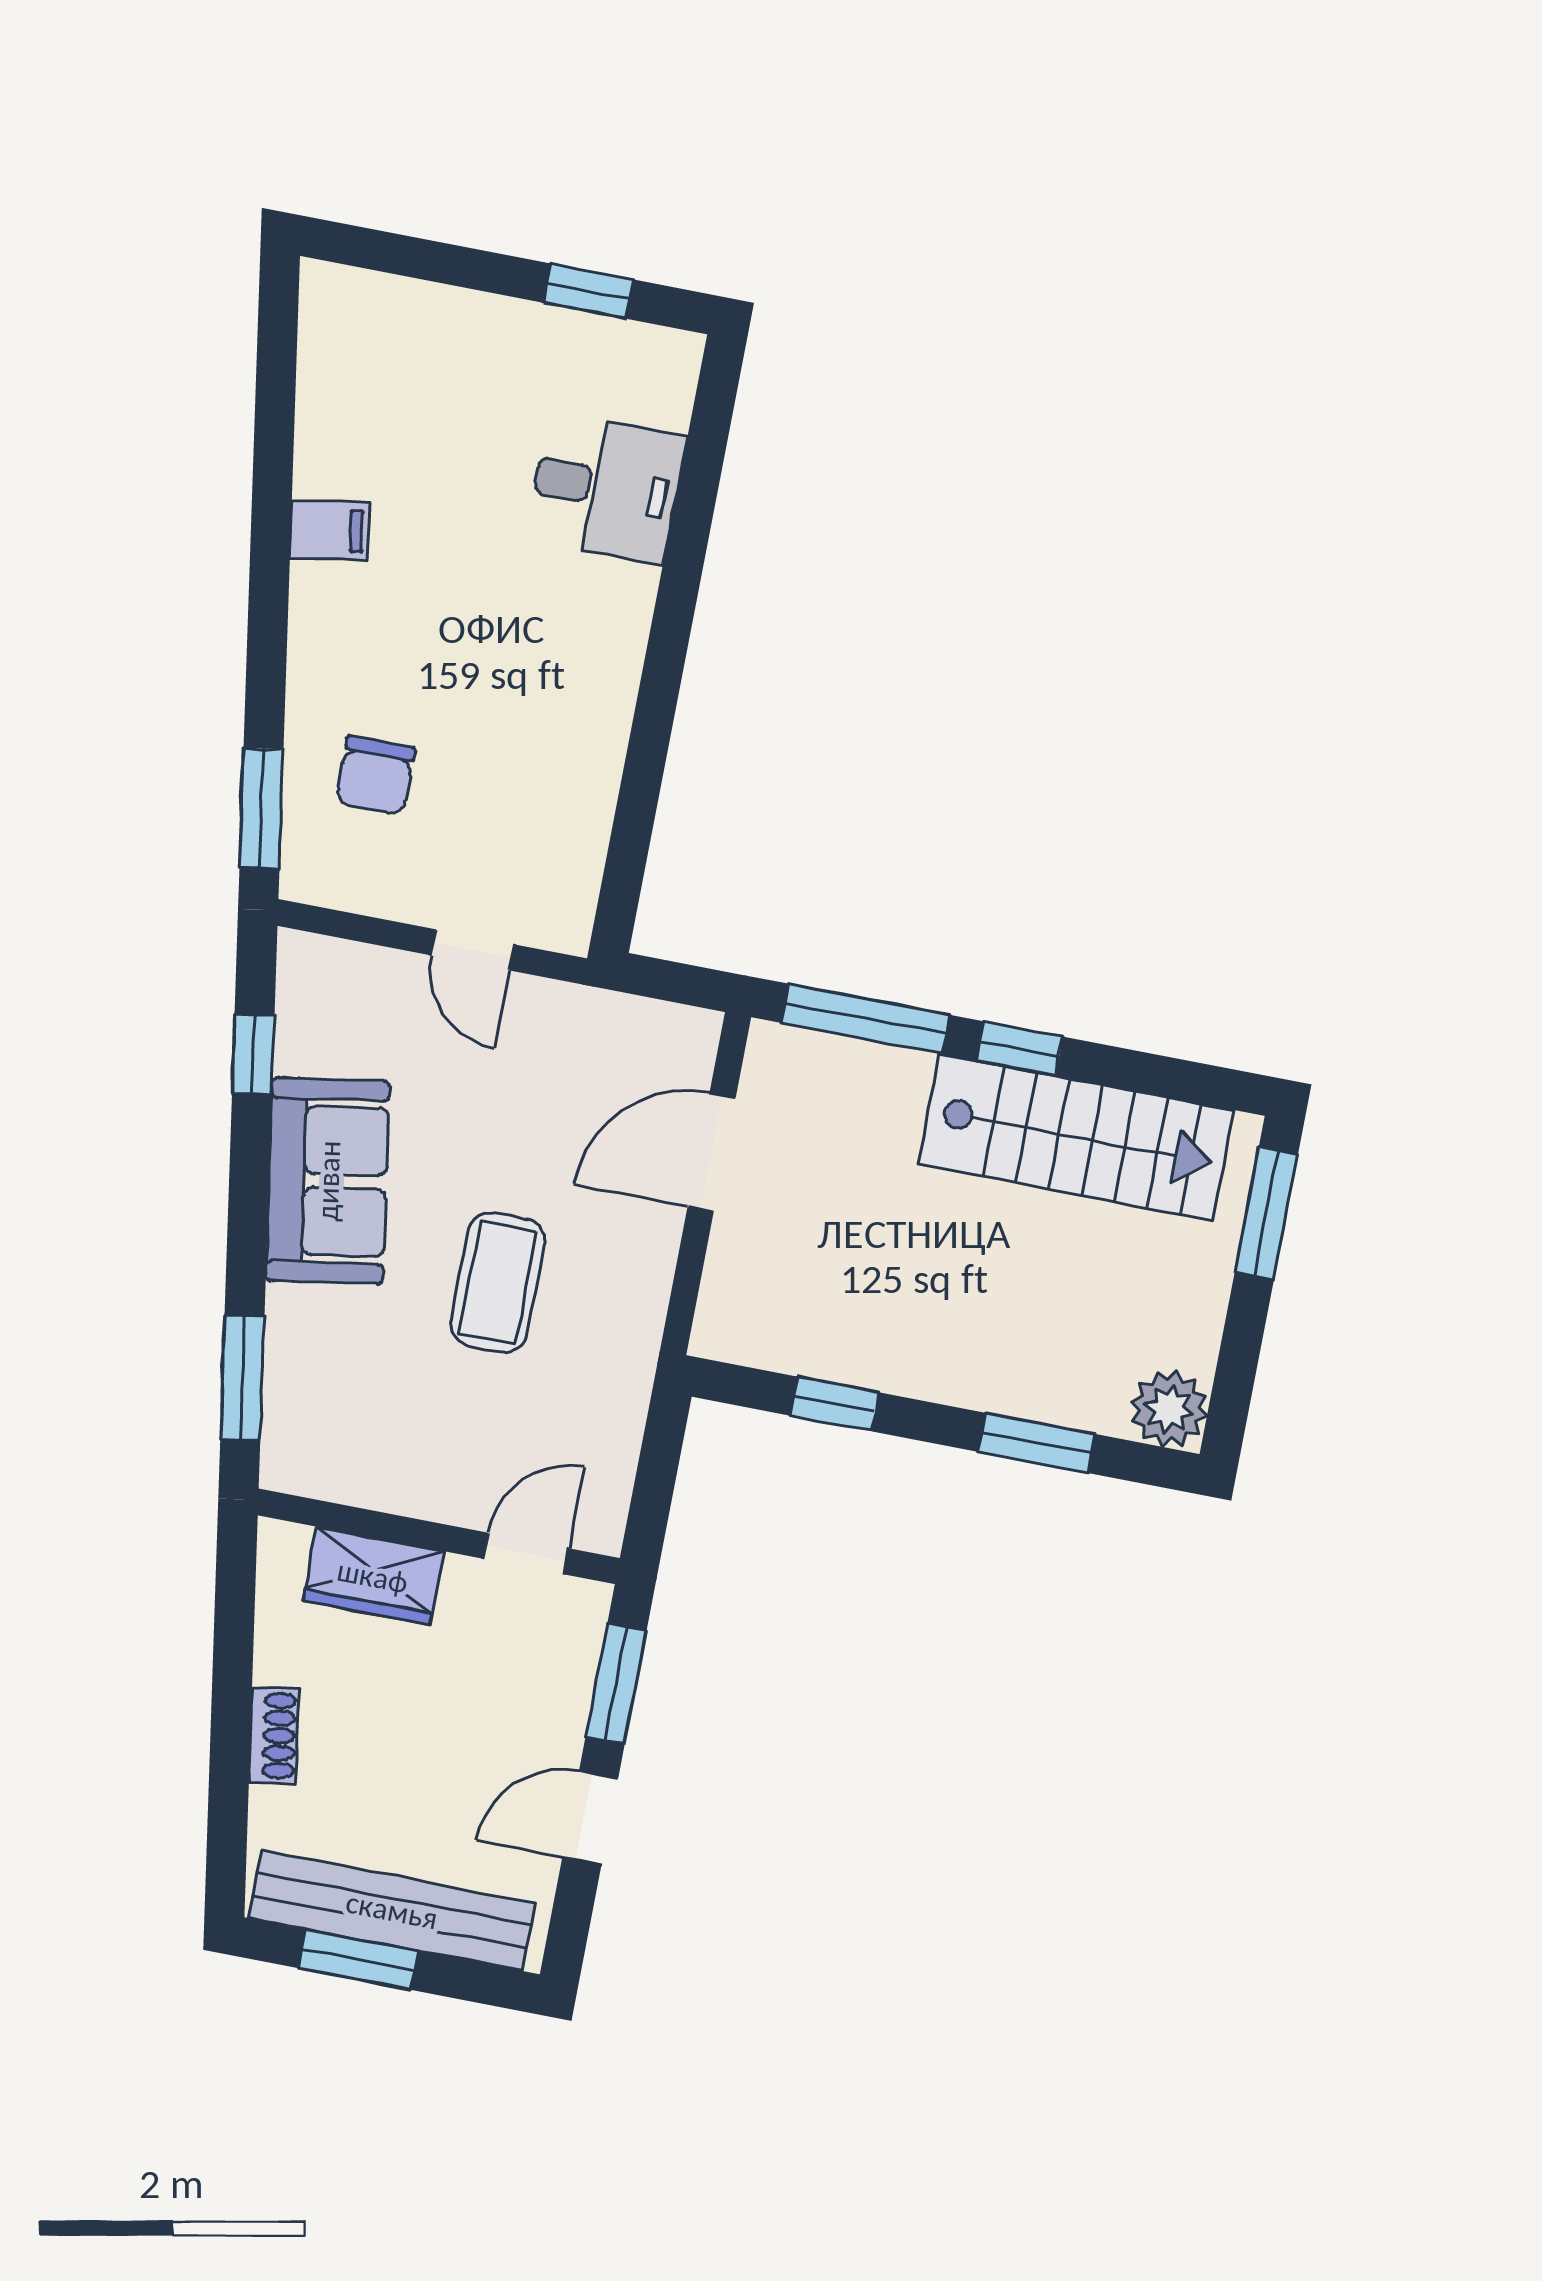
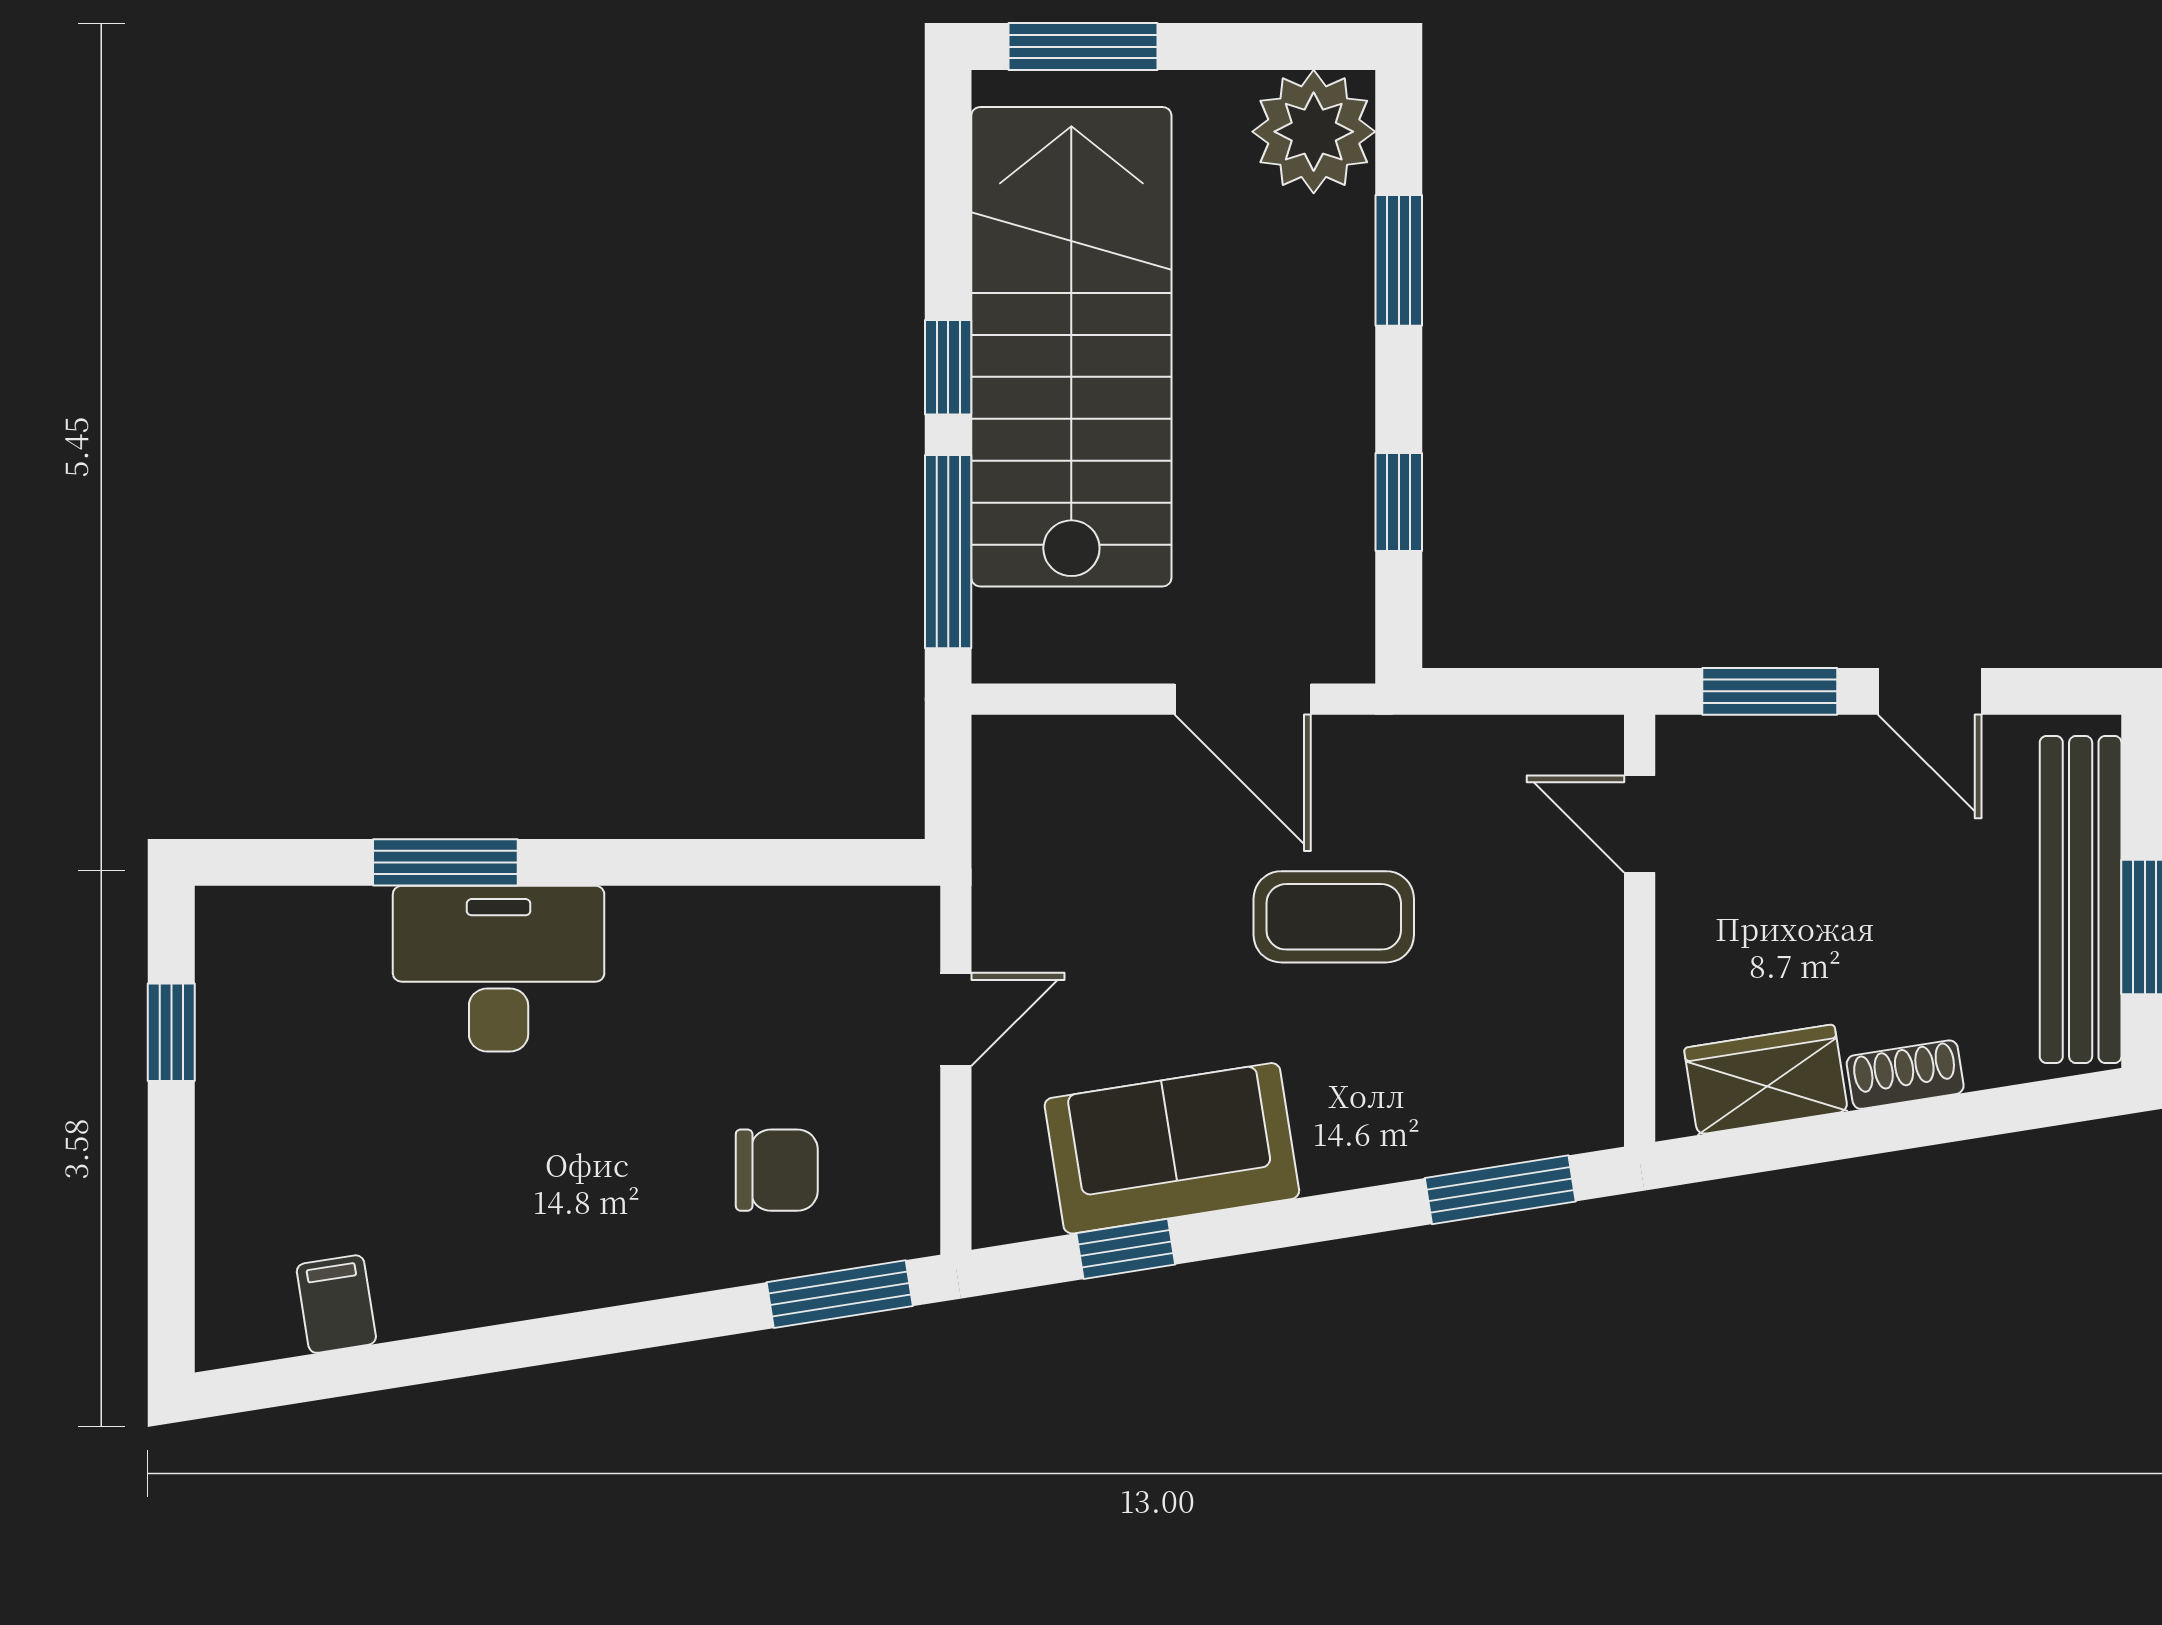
desk: (606, 488) -> (499, 969), moved, width x1.37
filing cabinet: (329, 530) -> (336, 1304), moved
window: (686, 548) -> (445, 862), added
stairs: (1076, 1137) -> (1071, 347), width x1.36, depth x1.51
door: (712, 1152) -> (1243, 699), moved
sofa: (328, 1181) -> (1172, 1148), moved
plant: (1169, 1409) -> (1314, 132), width x1.36, depth x1.36
wardrobe: (373, 1576) -> (1766, 1079), moved, turned -99

